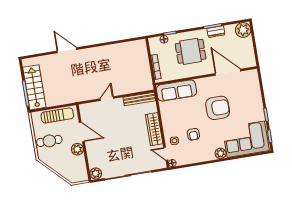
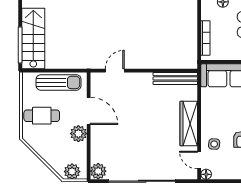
door: (107, 99) -> (115, 71), moved
plant: (77, 177) -> (72, 172), added

